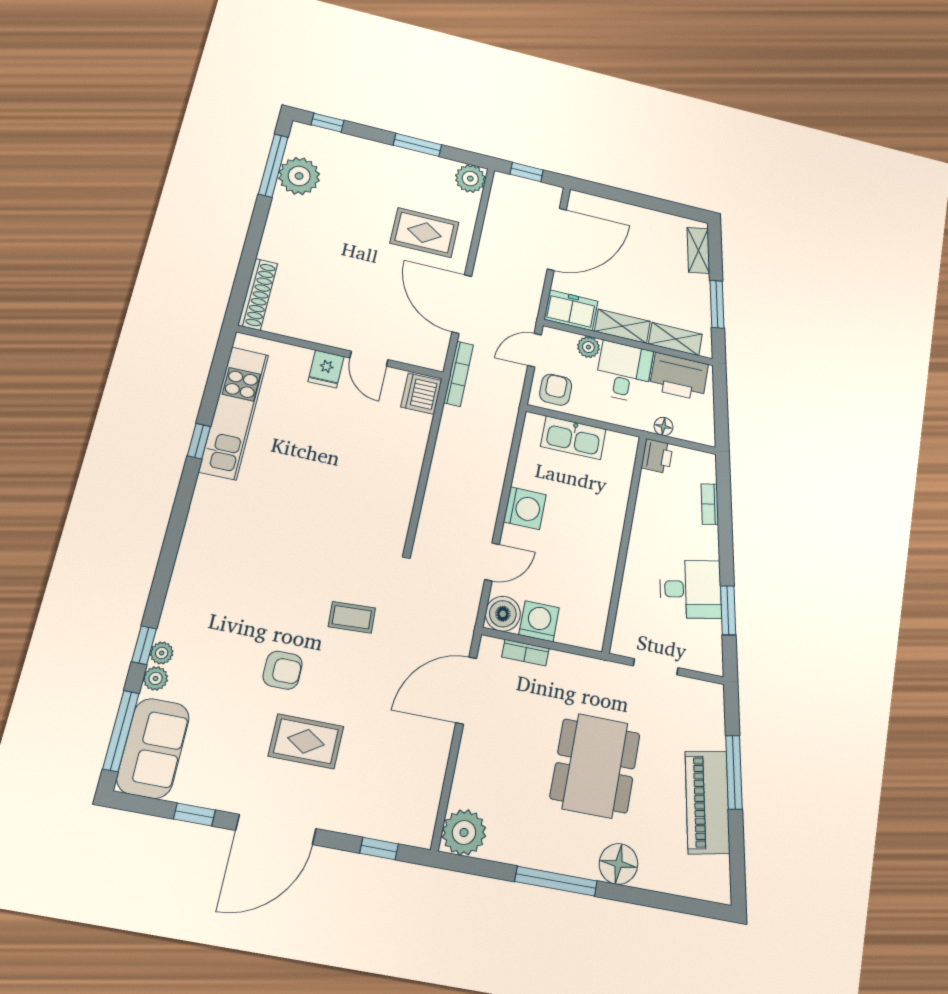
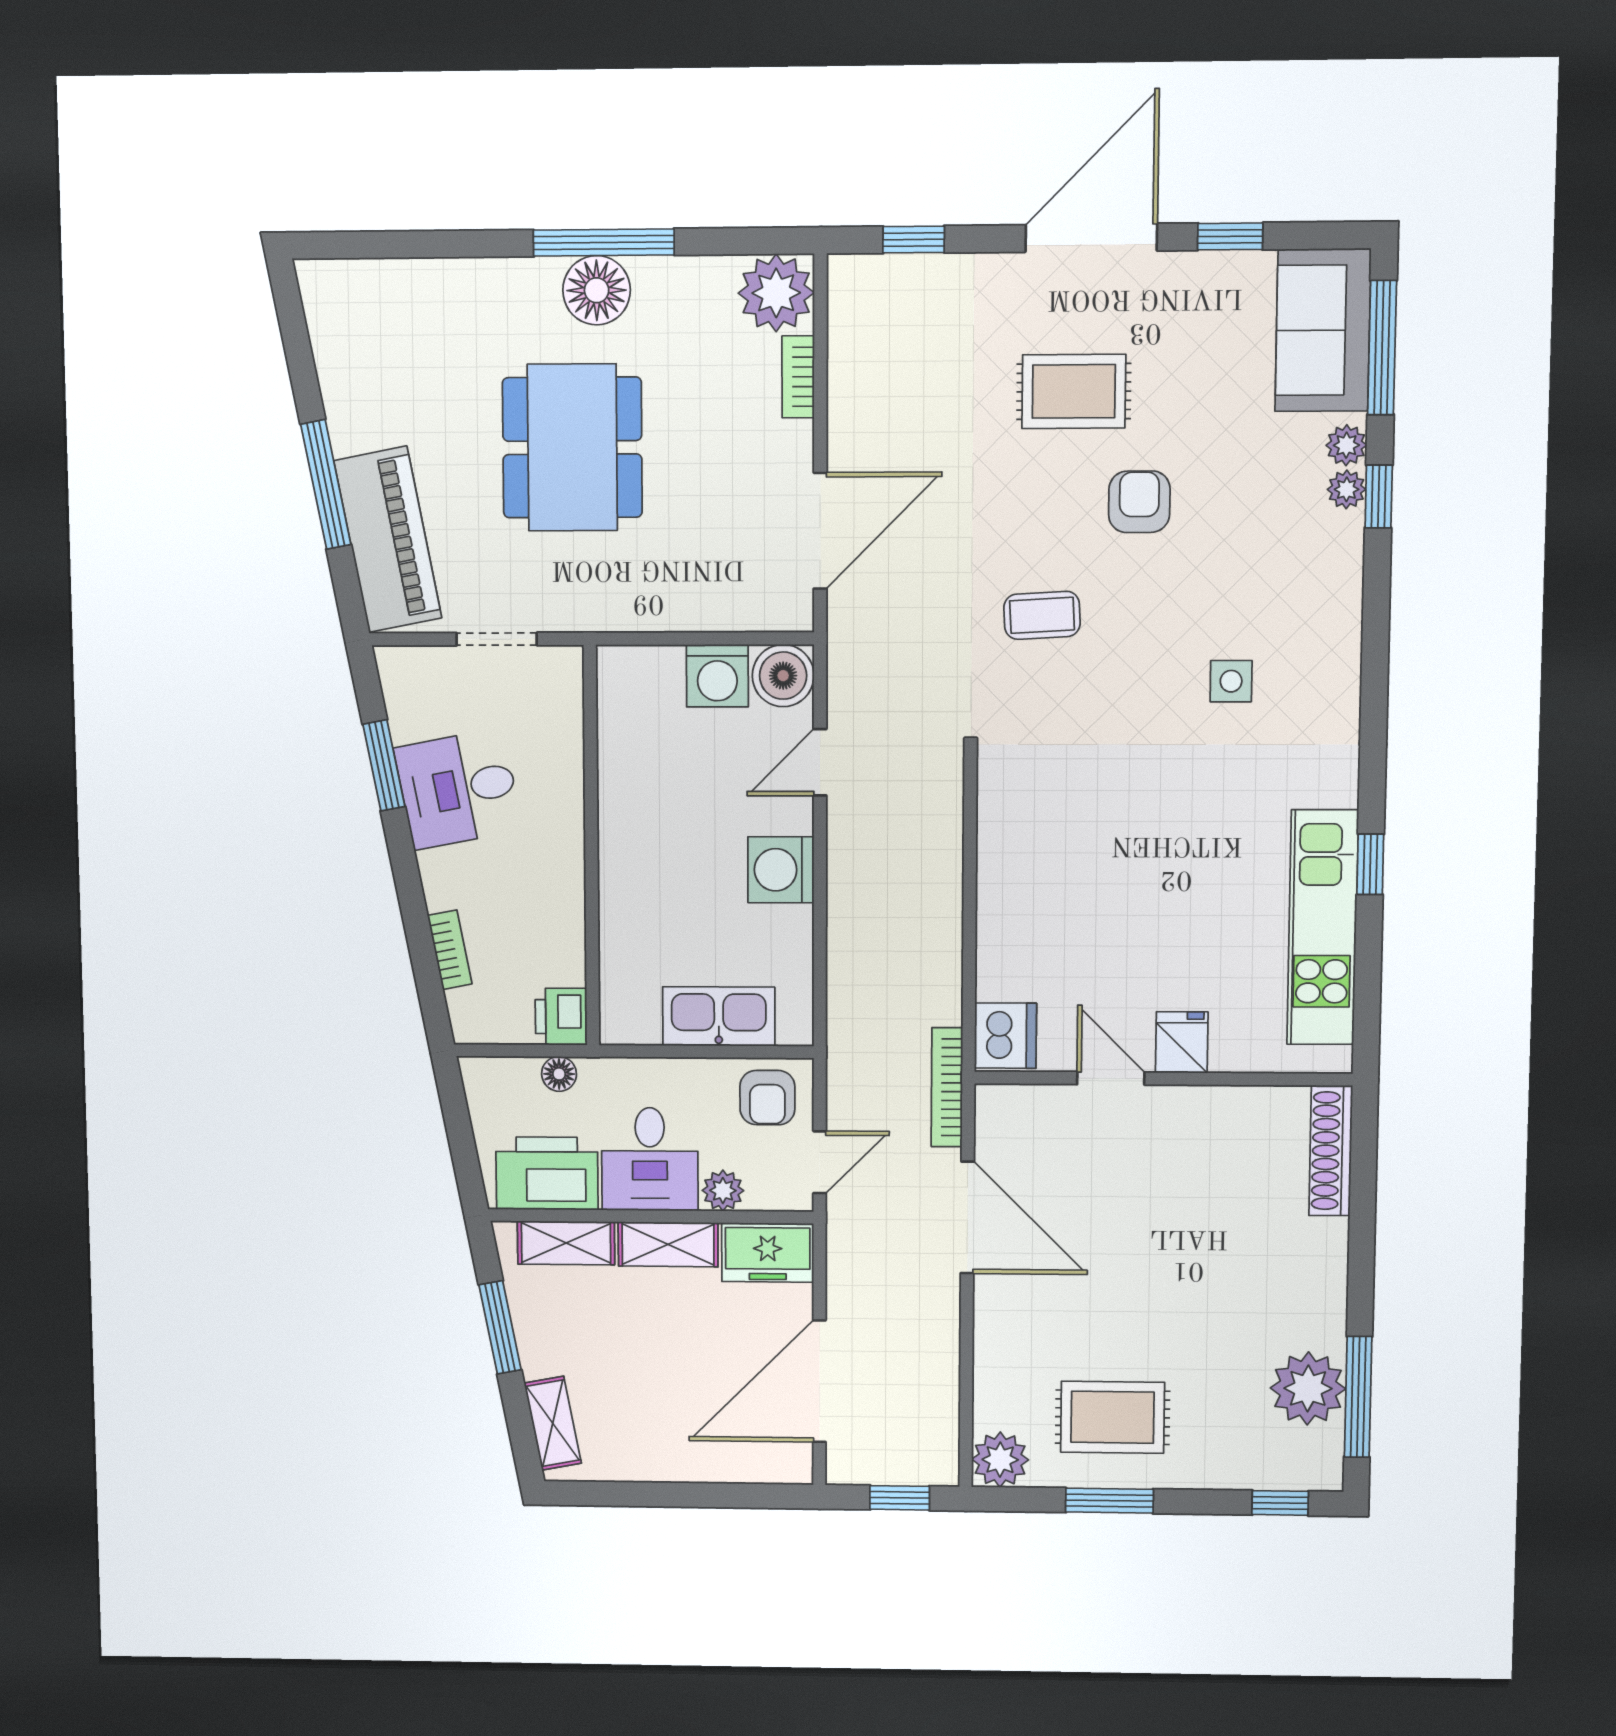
rug: (424, 233) -> (1113, 1417), moved
side table: (254, 558) -> (1231, 681), added
bookcase: (525, 653) -> (798, 377), moved, turned -90
armchair: (283, 670) -> (1139, 502), turned 90
piano: (707, 802) -> (388, 539), moved
floor lamp: (618, 864) -> (597, 290), moved

